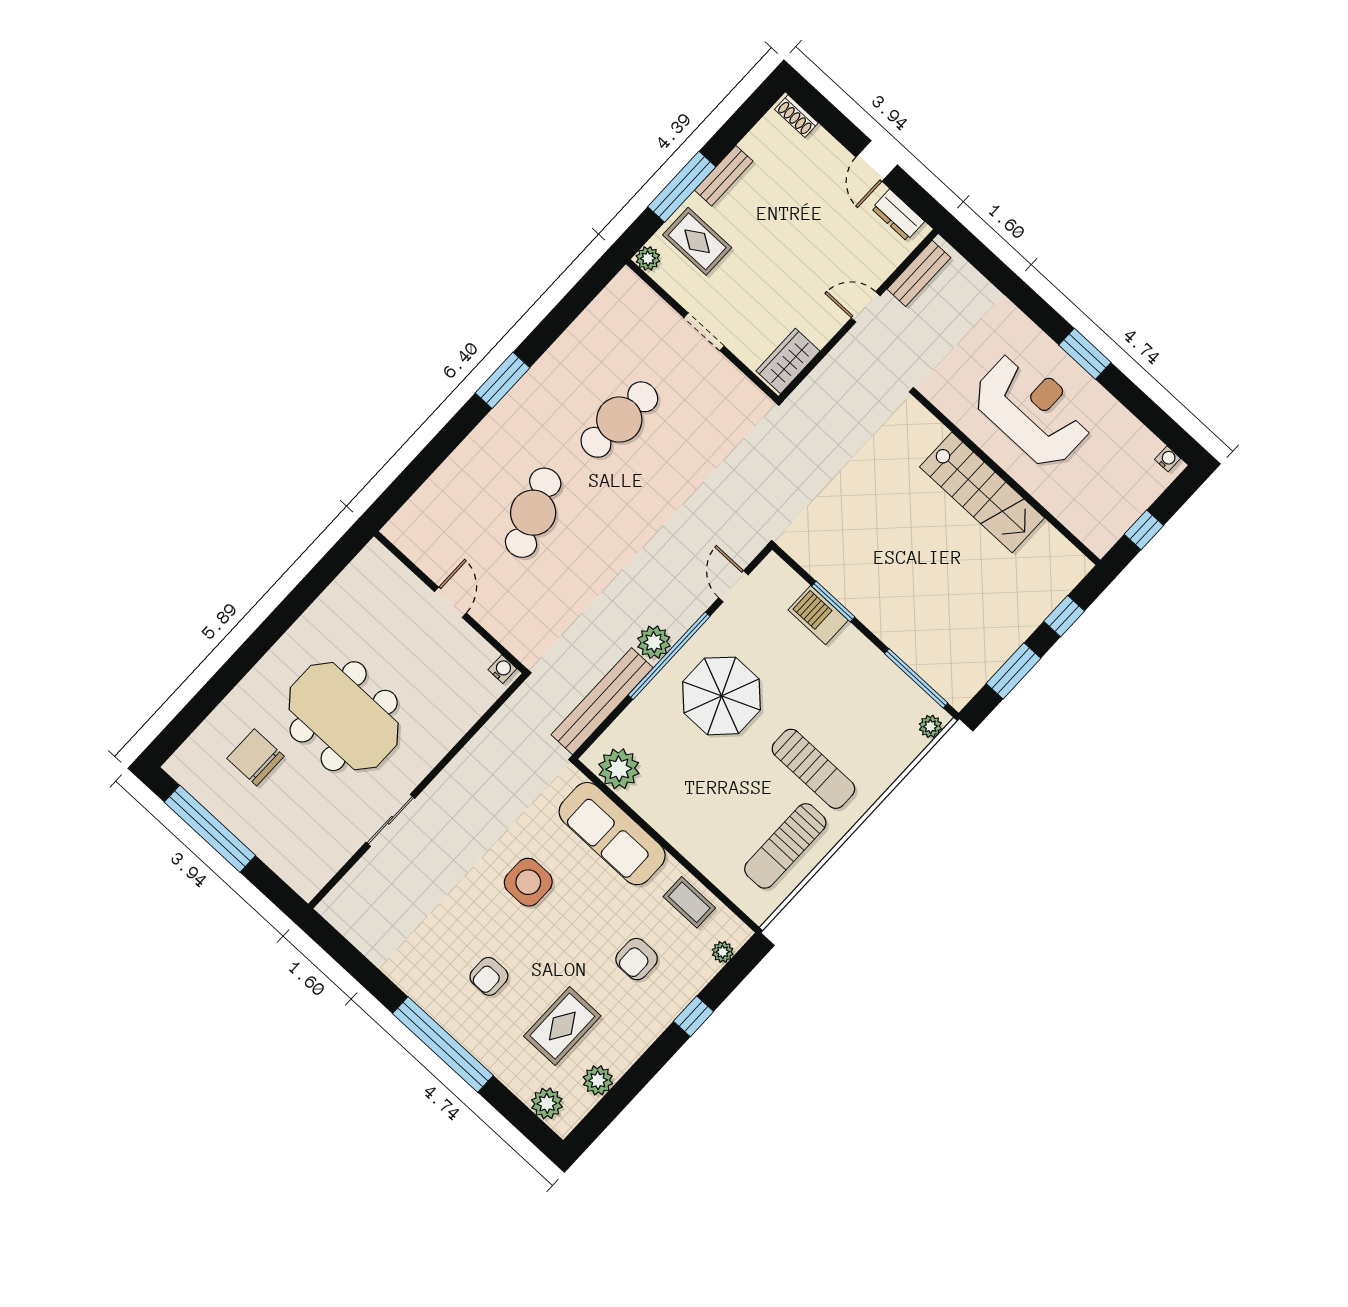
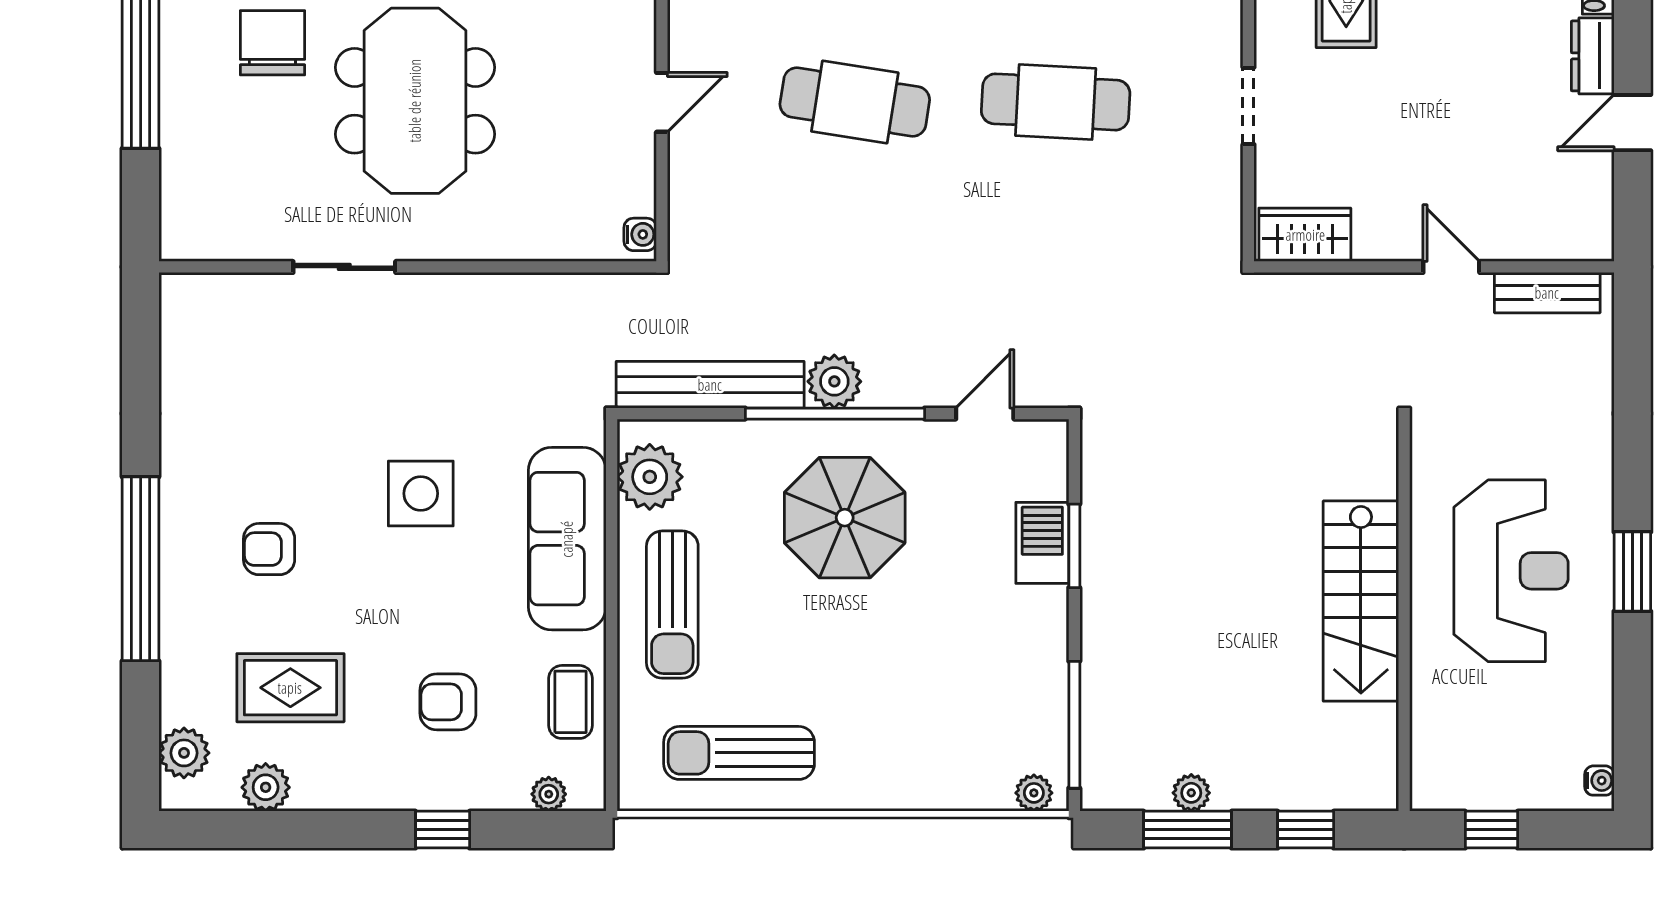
dresser: (898, 215) -> (1593, 56), moved
cafe table: (533, 513) -> (855, 102), turned 30
plant: (998, 653) -> (1191, 793), added
sun lounger: (813, 769) -> (672, 605), moved

